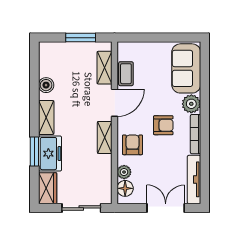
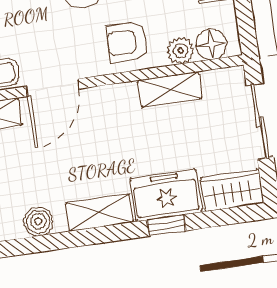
door: (115, 103) -> (53, 88), swing flipped
shelving: (105, 137) -> (170, 89), moved
window: (34, 151) -> (167, 225), width x0.67

